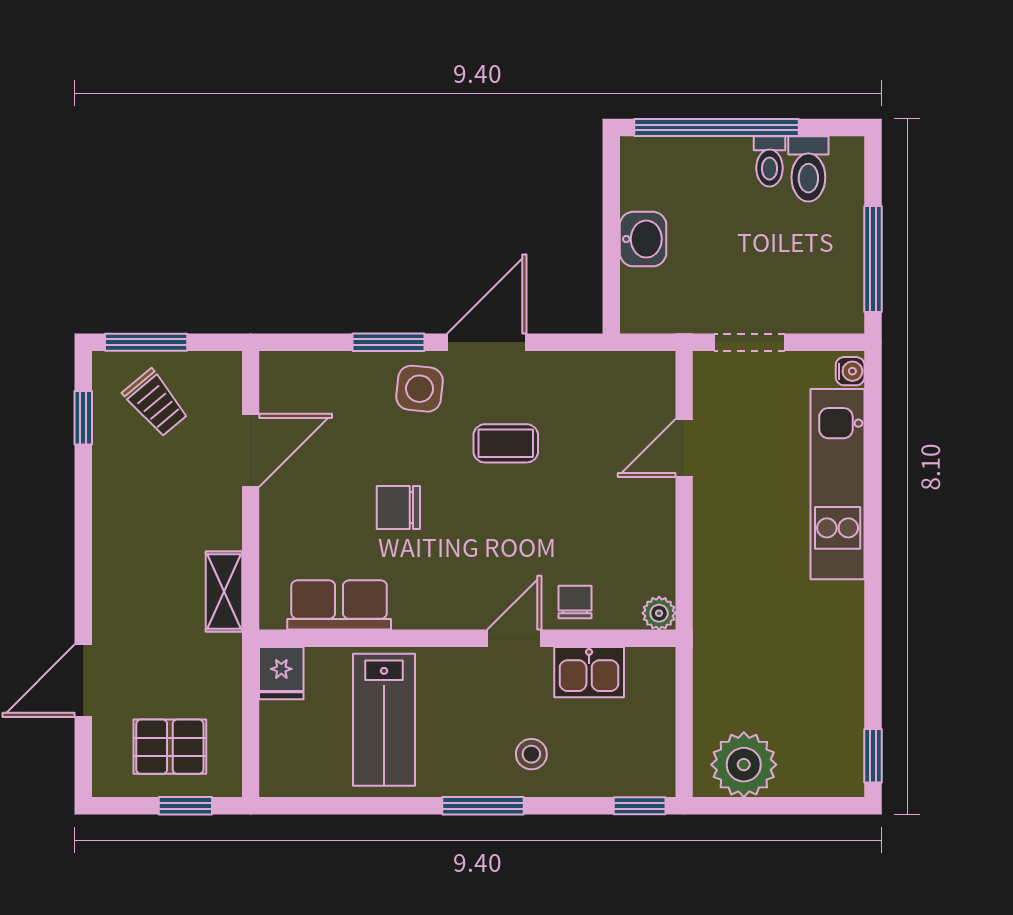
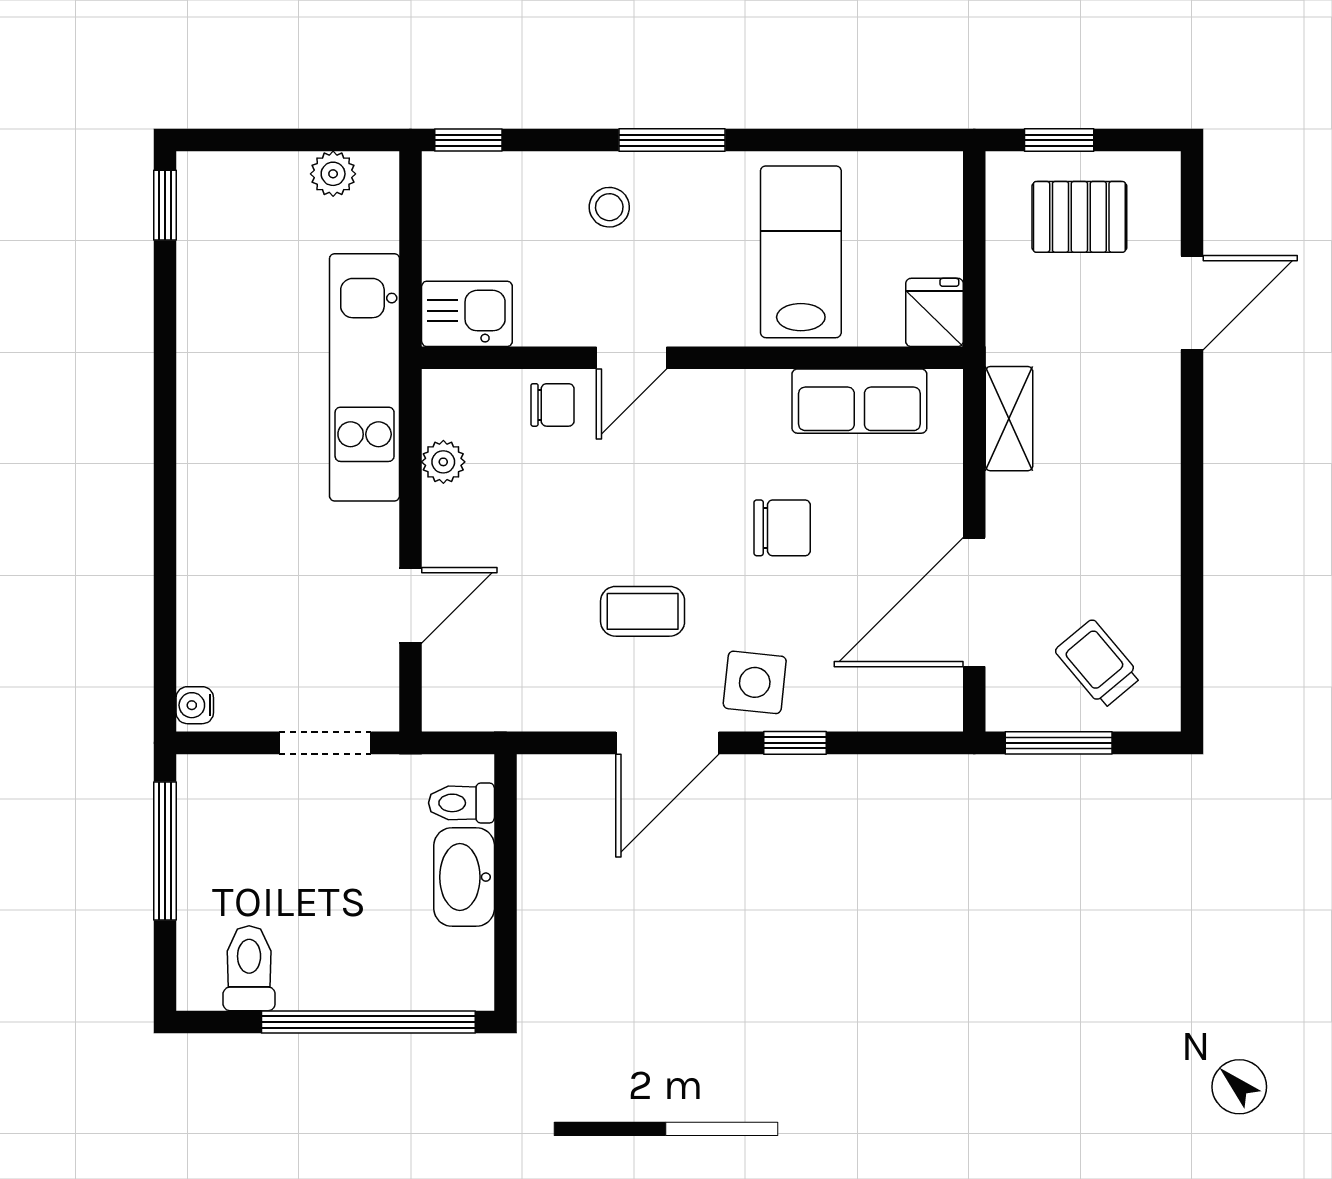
toilet: (769, 161) -> (461, 803), moved, turned -90
washbasin: (643, 239) -> (464, 877), width x1.38
window: (146, 342) -> (1059, 743), moved
window: (389, 342) -> (795, 743), width x0.67
window: (83, 418) -> (1192, 645), removed
door: (251, 450) -> (974, 602), width x1.36
kitchen unit: (838, 484) -> (365, 377), moved, turned 180
chair: (575, 602) -> (553, 405), turned -90
plant: (659, 613) -> (443, 462), moved
kitchen sink: (589, 672) -> (467, 314), moved
plant: (744, 765) -> (333, 174), width x0.53, depth x0.53

